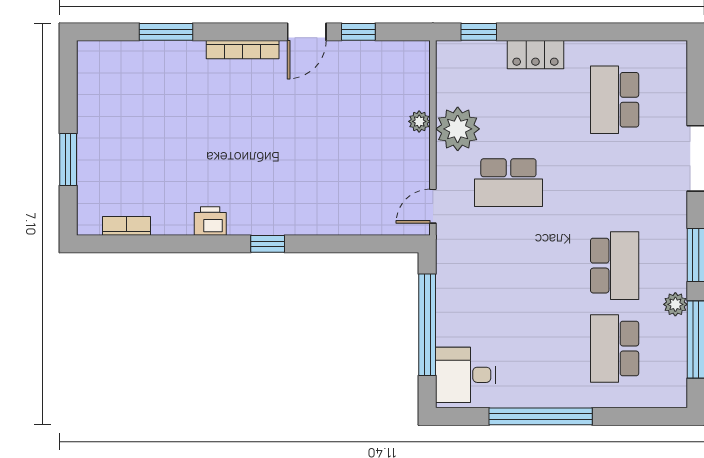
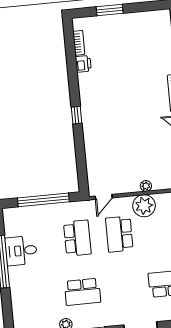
door: (433, 206) -> (104, 197), swing flipped
printer: (210, 221) -> (83, 64), moved
school desk: (615, 348) -> (77, 238), moved, turned 90
desk: (466, 375) -> (21, 251), moved, turned -90

